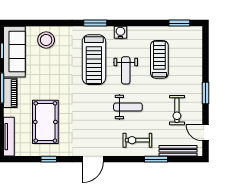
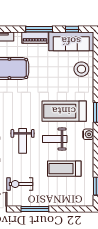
treadmill: (159, 59) -> (64, 169), turned 180
window: (205, 93) -> (35, 209), width x1.44

